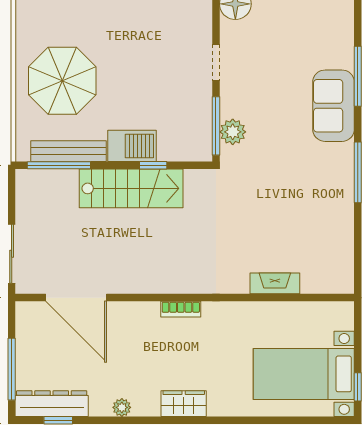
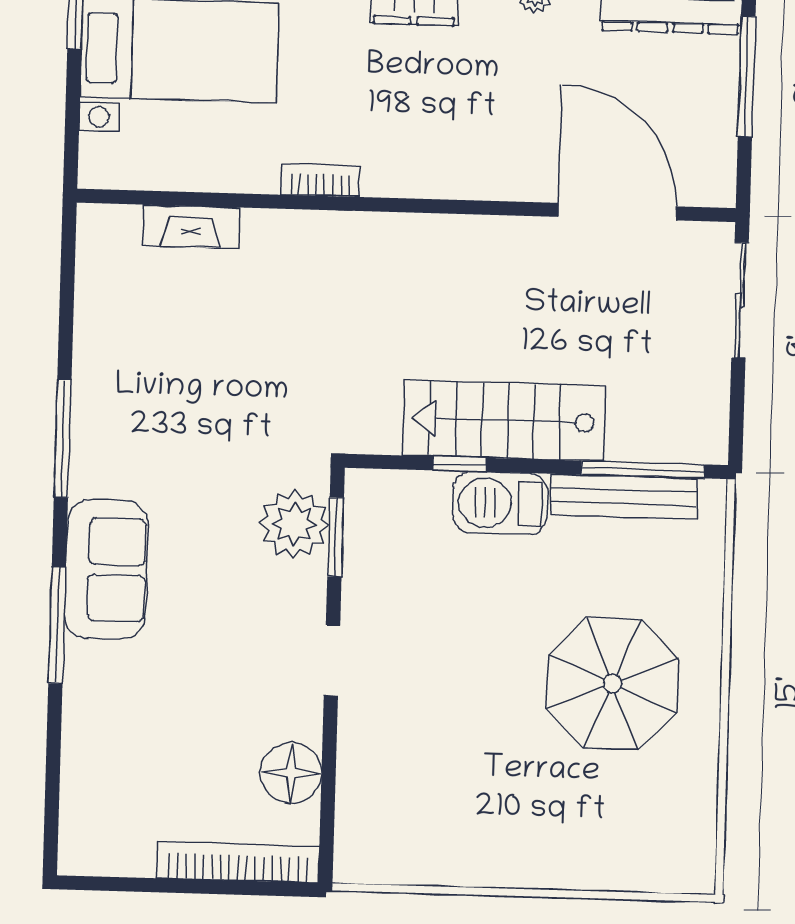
parasol: (62, 81) -> (613, 684), moved
window: (216, 126) -> (336, 537), width x0.69
plant: (233, 132) -> (294, 524), width x1.36, depth x1.36
fireplace: (275, 283) -> (191, 227), moved
bookcase: (181, 309) -> (321, 180), moved

